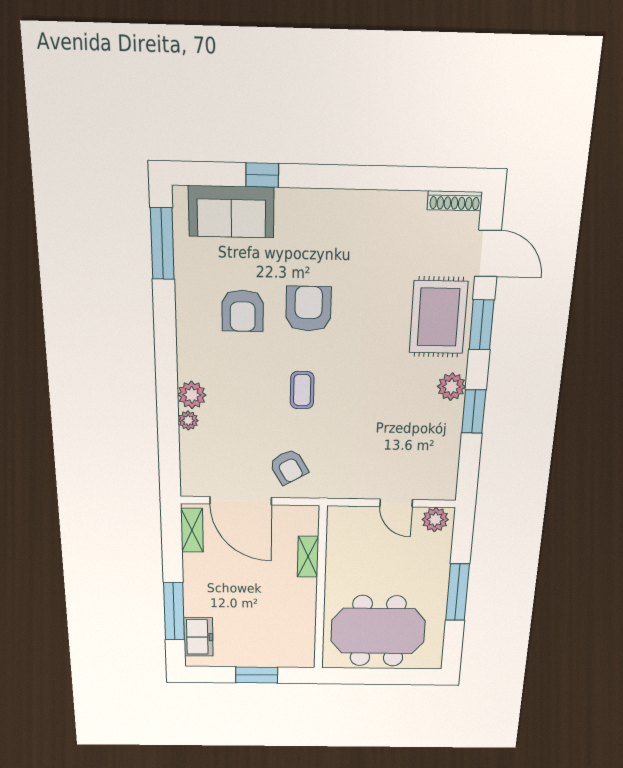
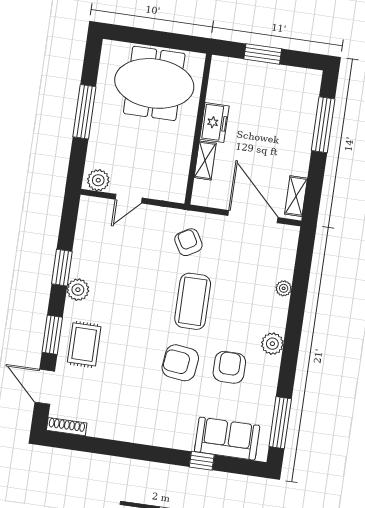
armchair: (309, 309) -> (180, 363), turned 97
rug: (438, 317) -> (84, 344), width x0.73, depth x0.70
coffee table: (302, 390) -> (193, 301), width x1.86, depth x1.72
plant: (192, 395) -> (272, 344), moved
armchair: (289, 467) -> (188, 242), moved
door: (396, 503) -> (129, 199), swing flipped
freezer: (198, 637) -> (214, 123), moved, turned 180

